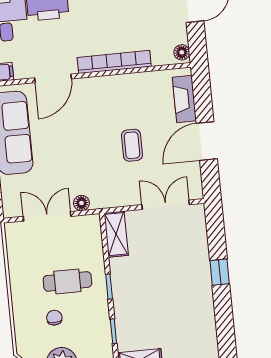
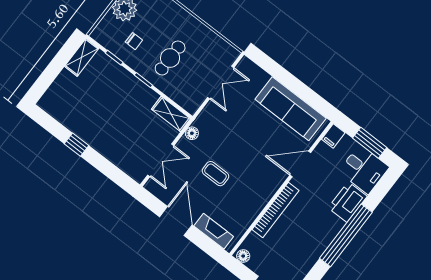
door: (53, 78) -> (300, 164), hinge flipped
floor lamp: (81, 203) -> (192, 133), moved
window: (220, 272) -> (76, 145), moved
chair: (54, 318) -> (134, 41), moved

